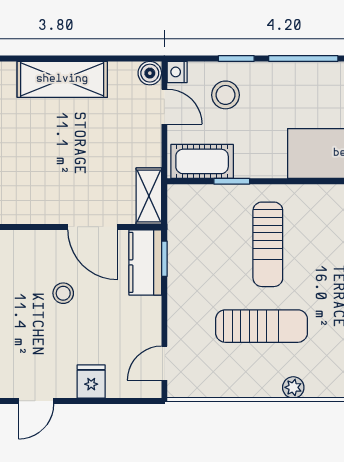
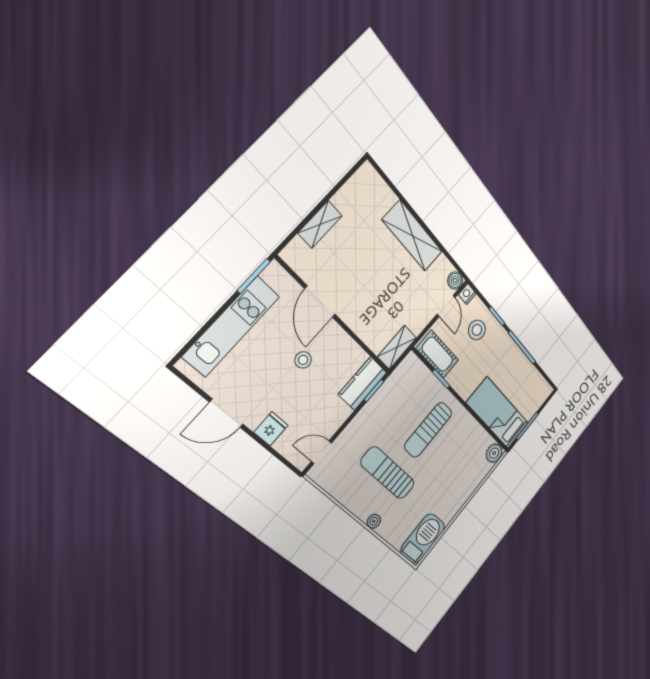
door: (93, 227) -> (320, 302), moved
sun lounger: (262, 326) -> (388, 473), turned 180
door: (36, 401) -> (226, 413), width x1.37

